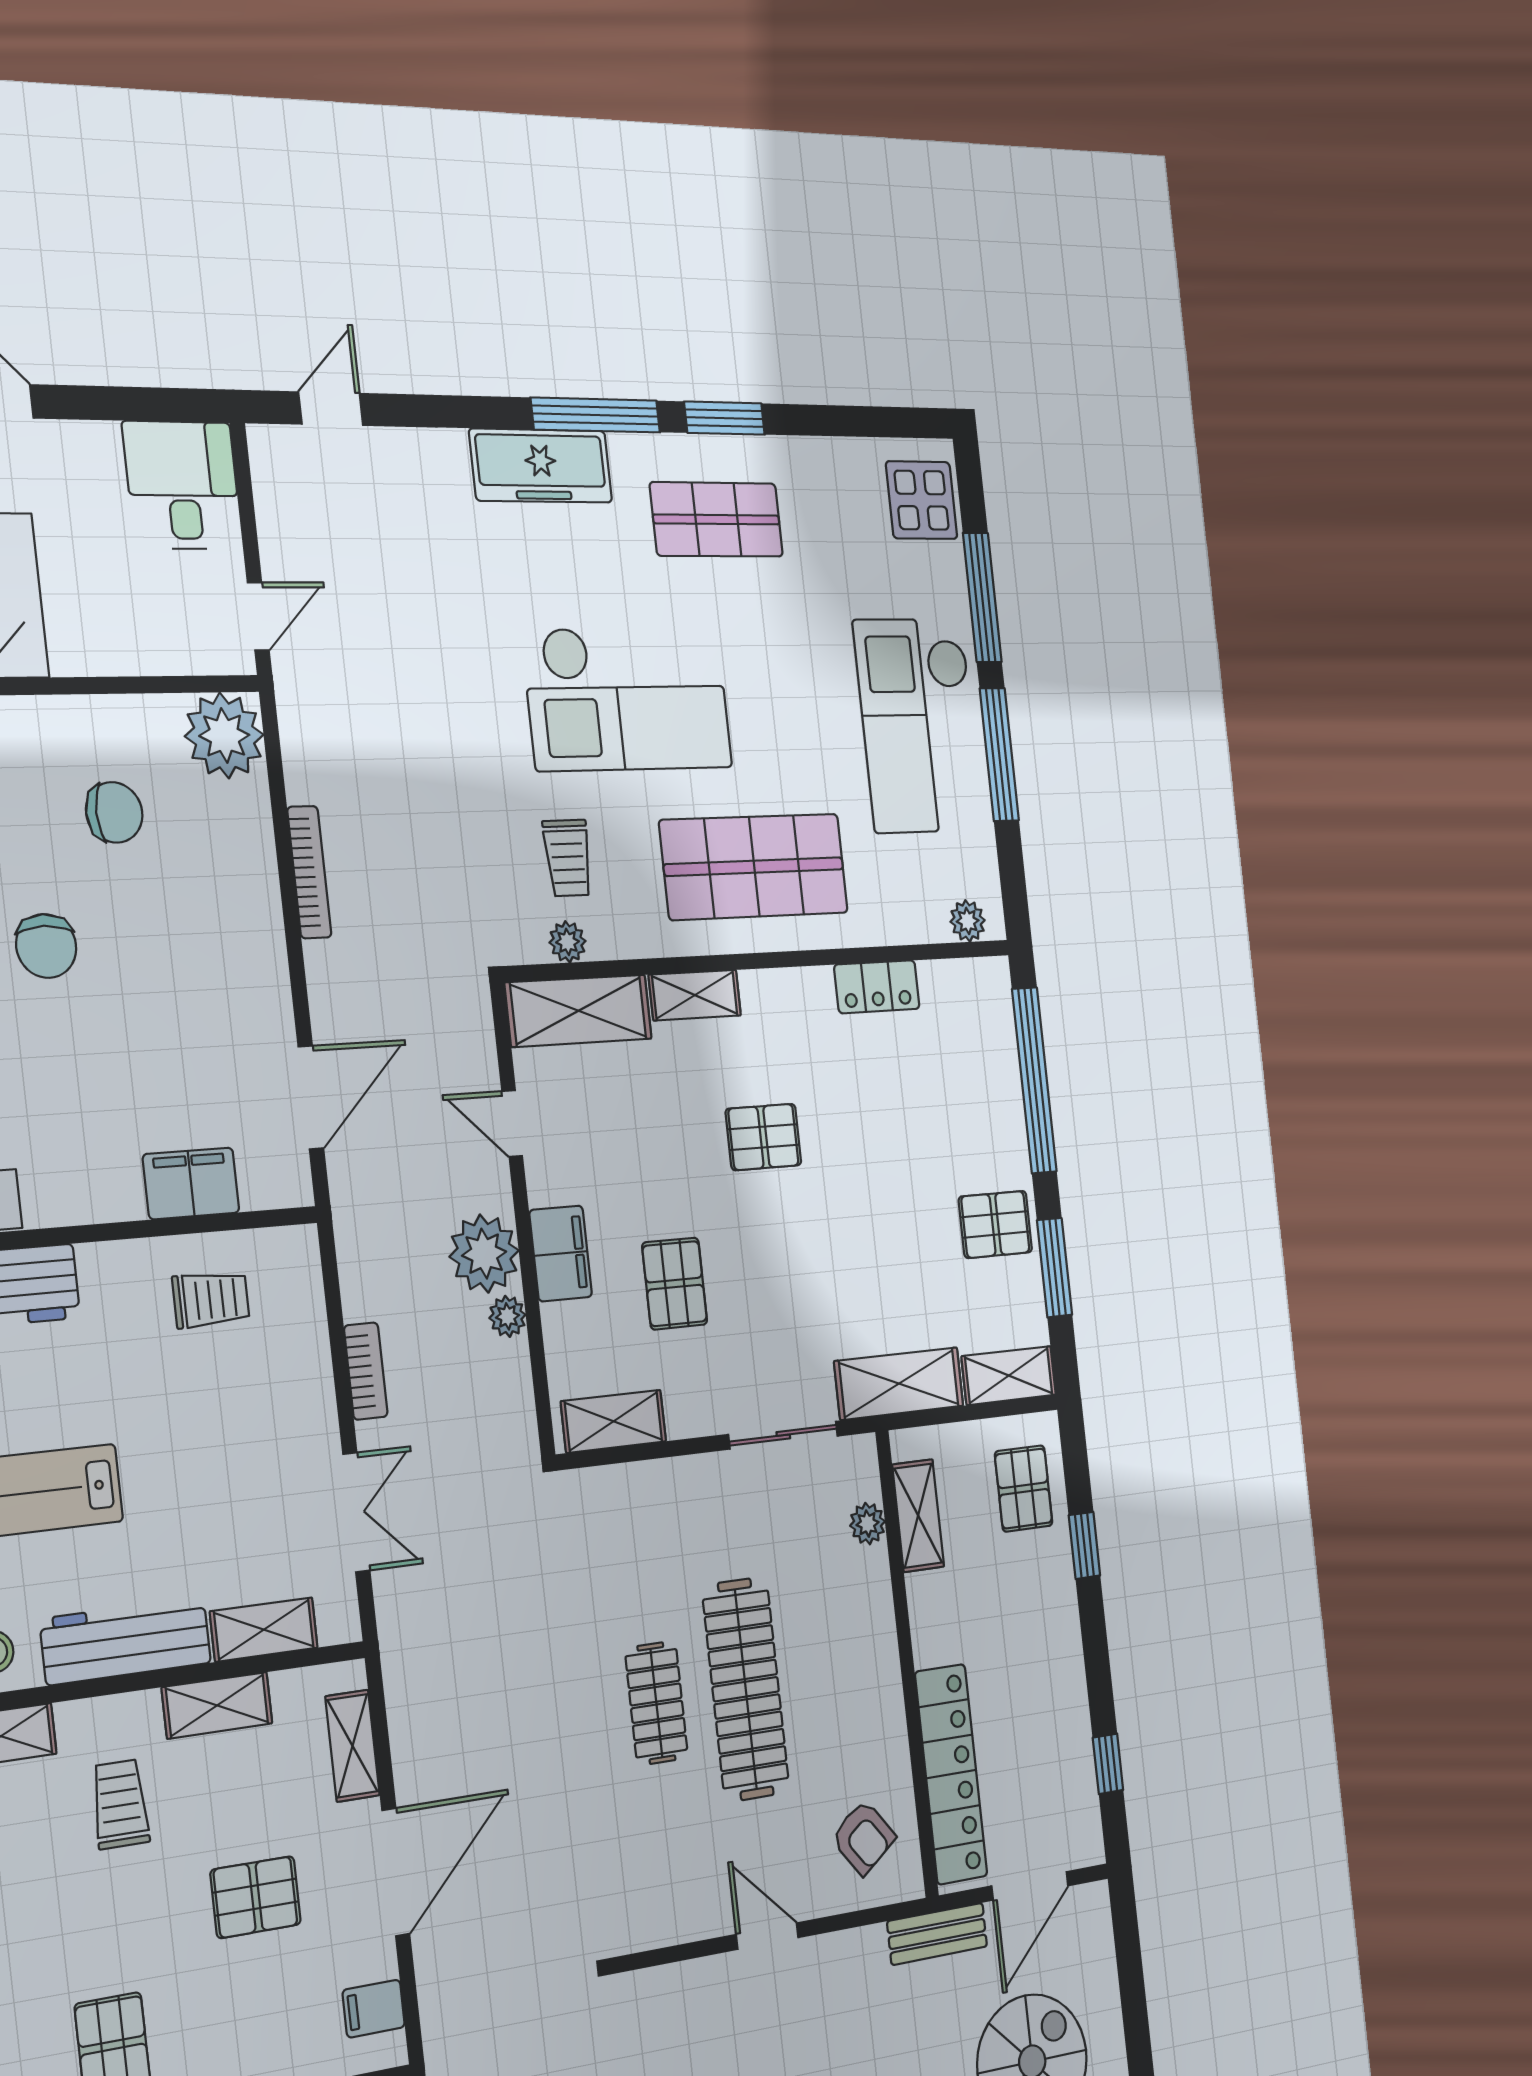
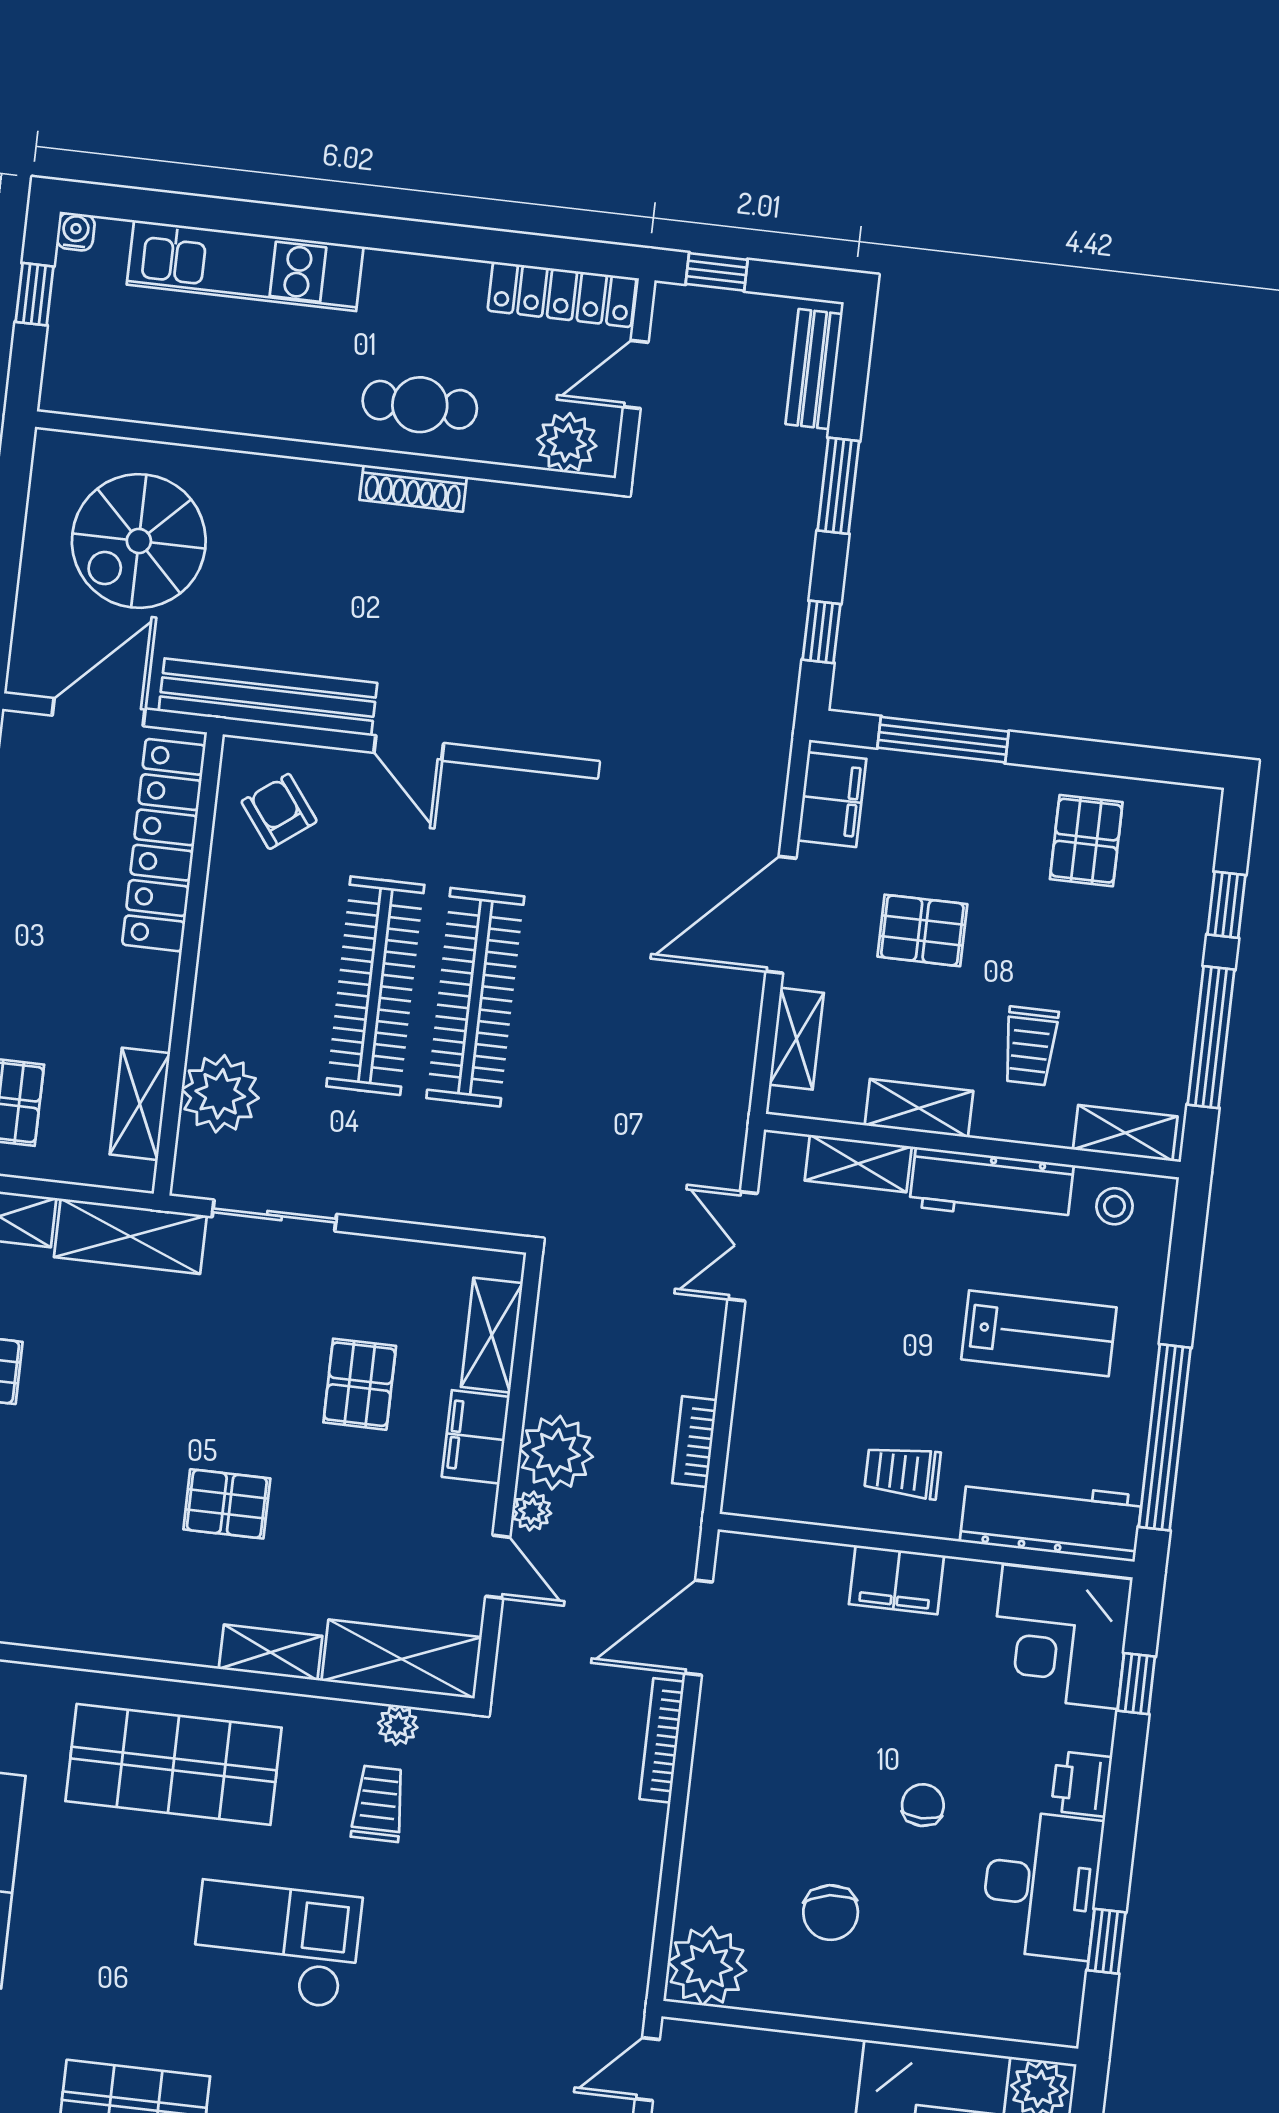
checkout: (628, 699) -> (276, 1945), width x0.73, depth x0.83
chair: (114, 812) -> (831, 1913), turned -99
bookcase: (309, 872) -> (662, 1740), moved
chair: (46, 946) -> (923, 1805), width x0.73, depth x0.73
locker: (877, 987) -> (60, 1626), removed
filing cabinet: (191, 1183) -> (896, 1580), moved
trolley: (211, 1299) -> (903, 1472), moved
plant: (507, 1316) -> (532, 1511), moved
bookcase: (366, 1371) -> (695, 1442), moved
shelving: (614, 1421) -> (492, 1335), moved, turned 90
plant: (868, 1524) -> (220, 1094), width x1.88, depth x1.88
clothes rail: (656, 1703) -> (475, 997), width x1.86, depth x1.31
bench: (937, 1934) -> (268, 697), width x1.86, depth x1.21
filing cabinet: (374, 2009) -> (832, 800), width x2.00

